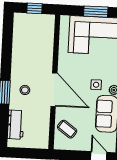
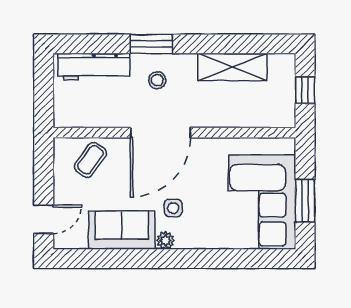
shelving: (20, 48) -> (232, 67), added
workbench: (16, 125) -> (94, 67), width x1.37

